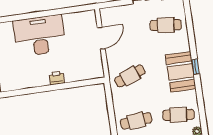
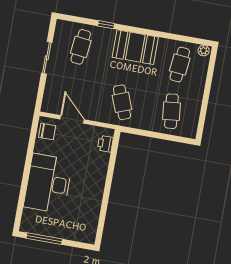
chair: (84, 20) -> (47, 131), added
window: (196, 67) -> (106, 25), moved
printer: (57, 78) -> (105, 144), moved

